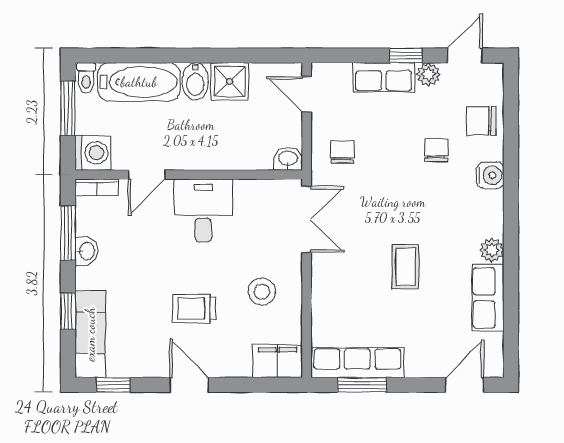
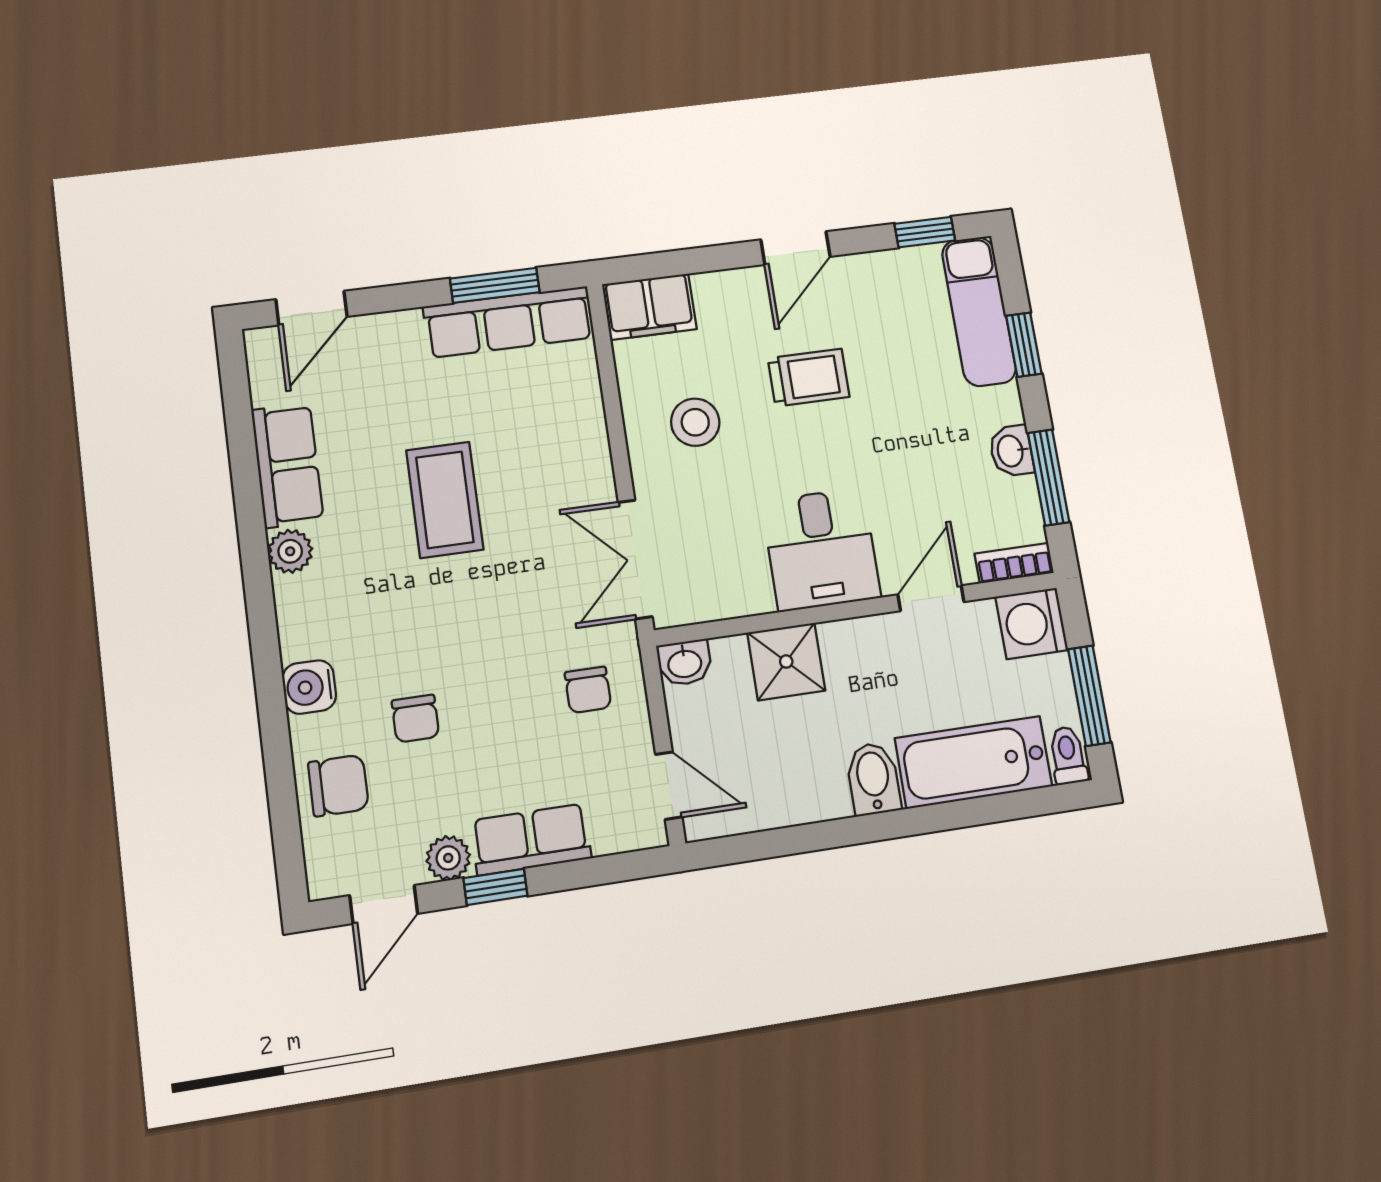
shower: (230, 81) -> (786, 662), moved
coffee table: (405, 267) -> (445, 500), width x1.36, depth x1.30
door: (189, 385) -> (796, 248), hinge flipped

